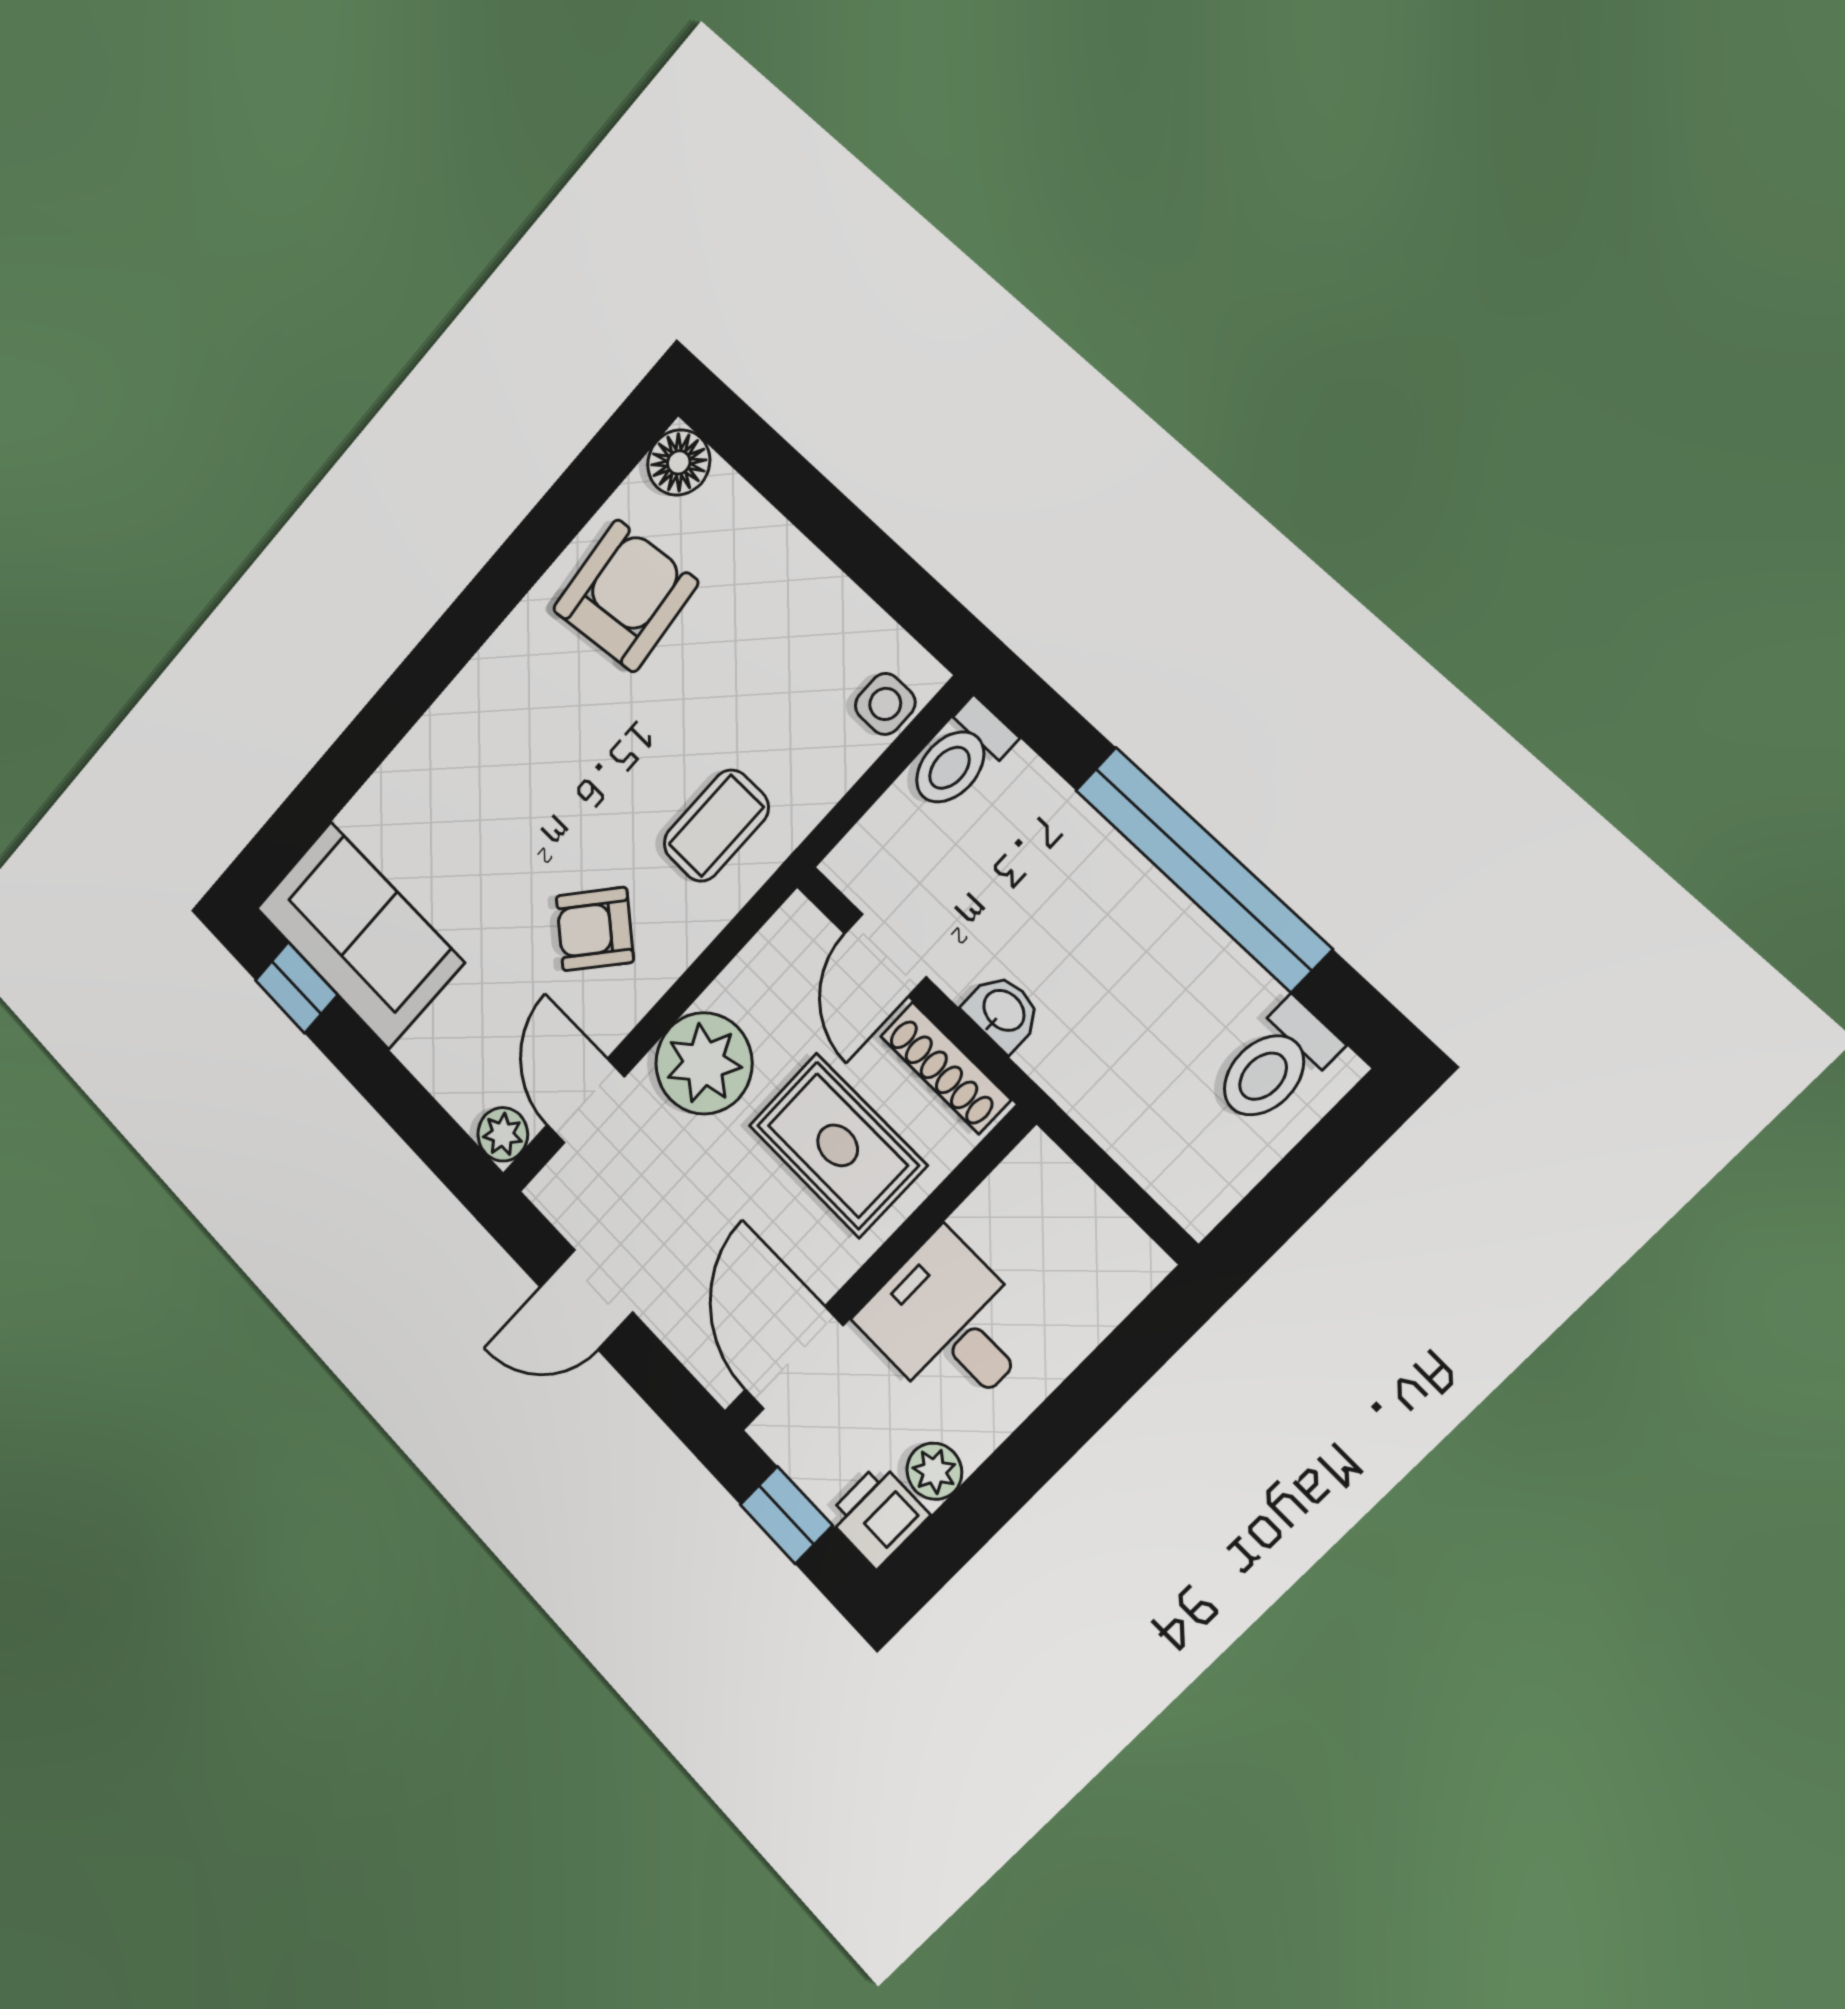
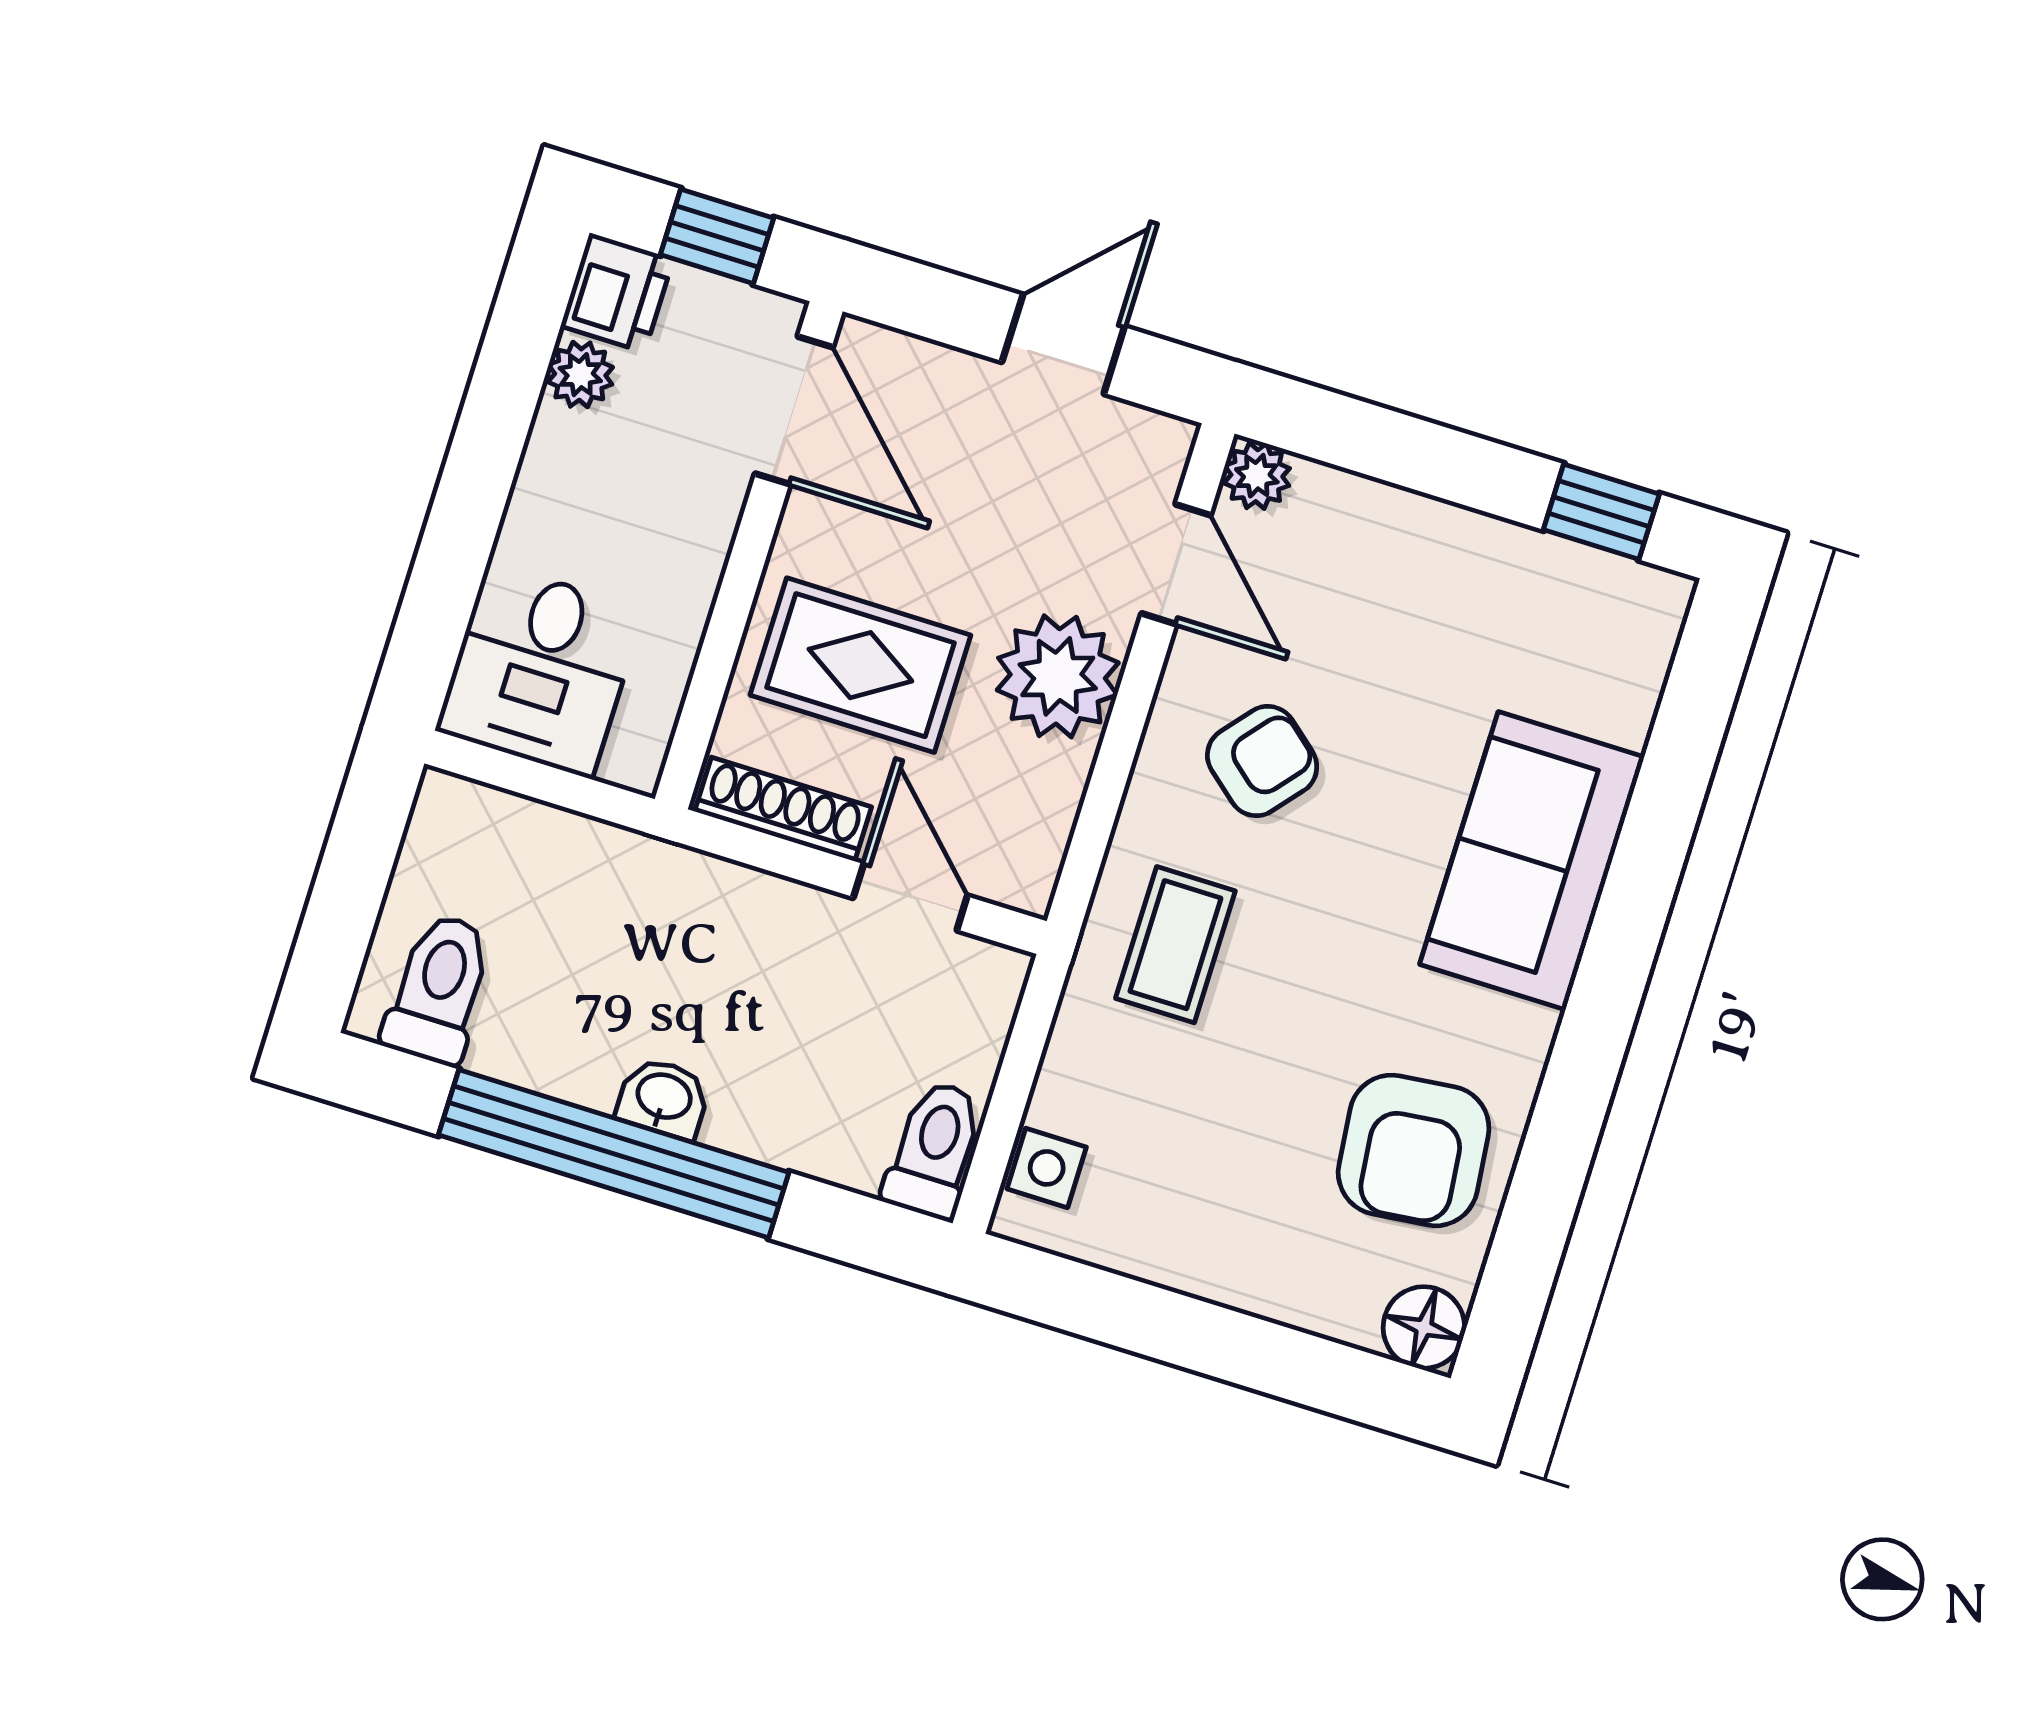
sofa: (360, 935) -> (1532, 861), moved, turned 90
washbasin: (1003, 1012) -> (663, 1098), moved, turned 180
desk: (949, 1324) -> (540, 670), moved, turned 90

